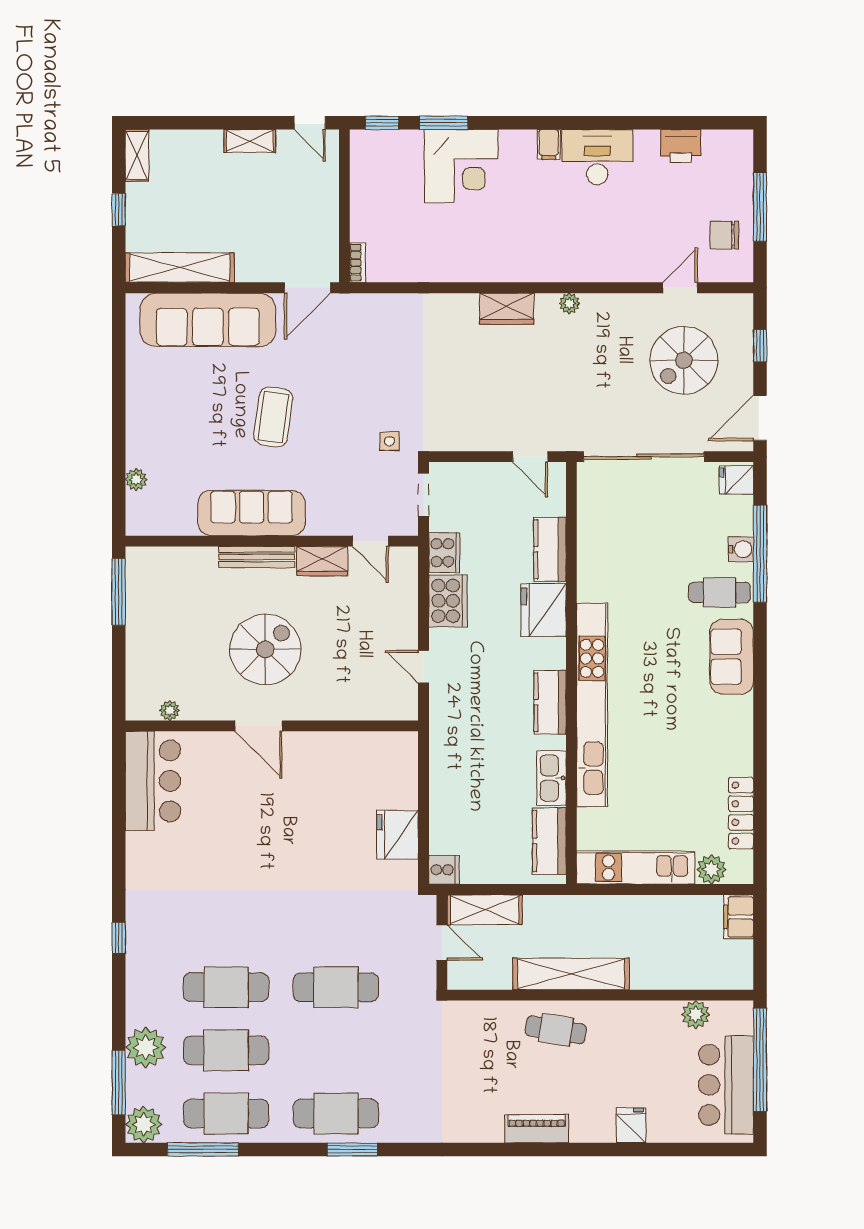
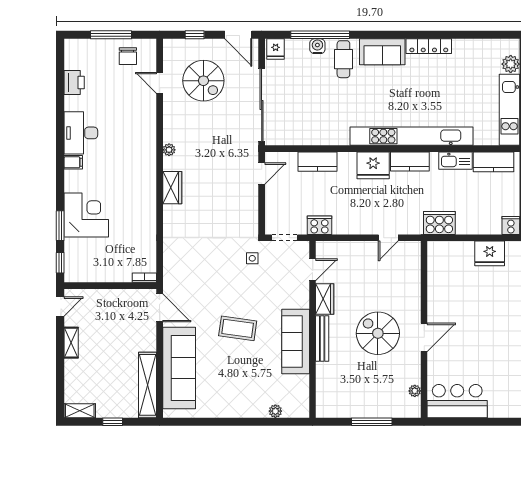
window: (119, 592) -> (372, 422), moved
cooker: (448, 601) -> (439, 223), moved
fridge: (544, 610) -> (373, 165), moved
locker: (741, 813) -> (429, 46), moved

